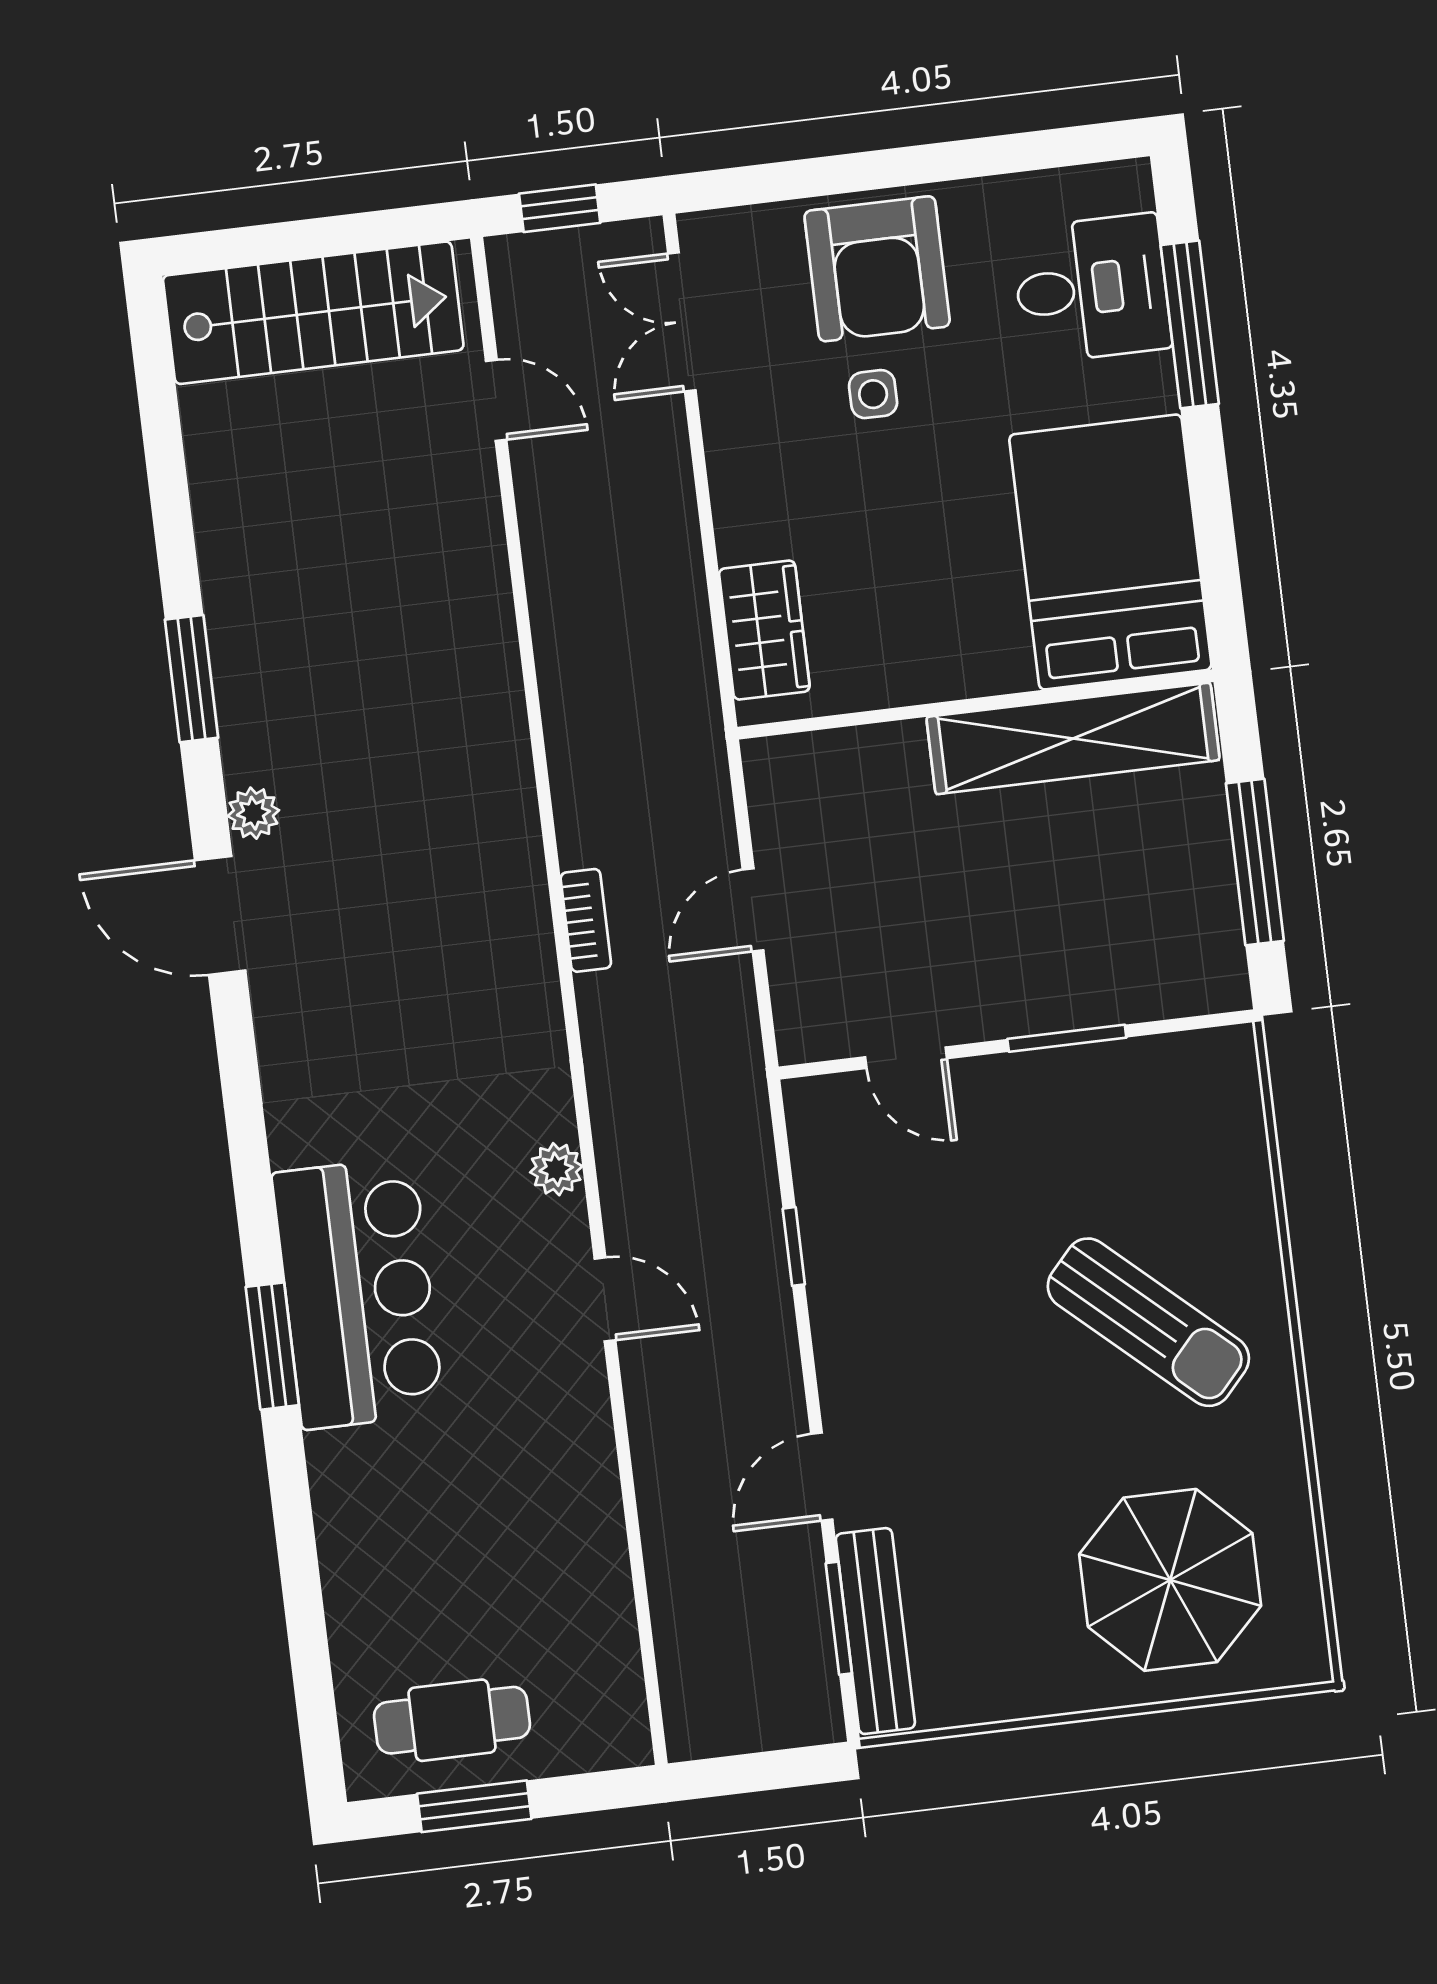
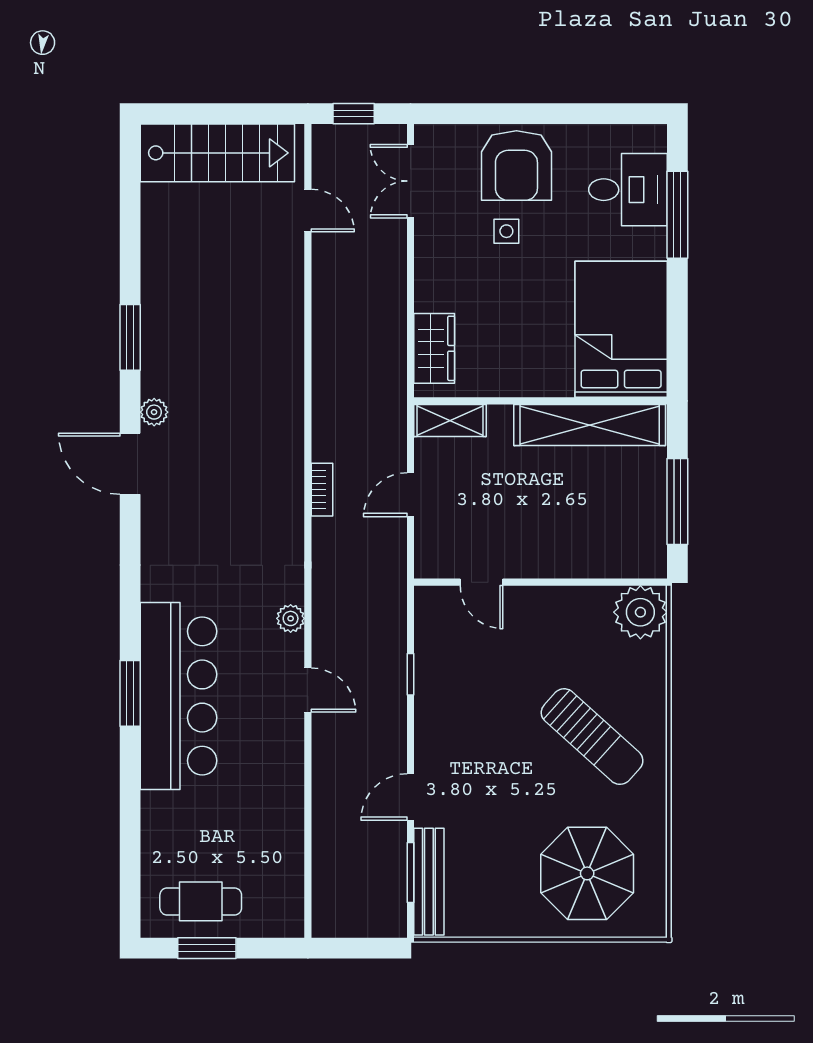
shelving: (810, 762) -> (450, 421), added
window: (1067, 1038) -> (567, 582), removed
plant: (1211, 1078) -> (640, 612), added
bar counter: (358, 1293) -> (178, 696), width x1.36

